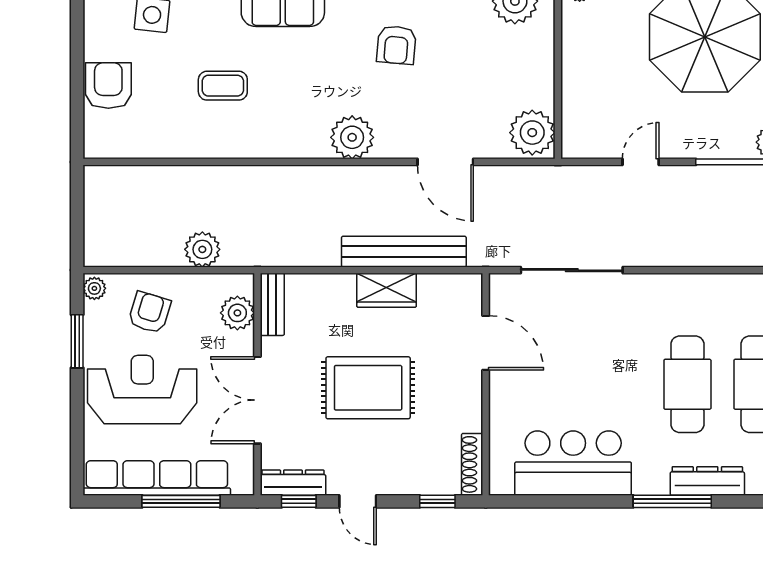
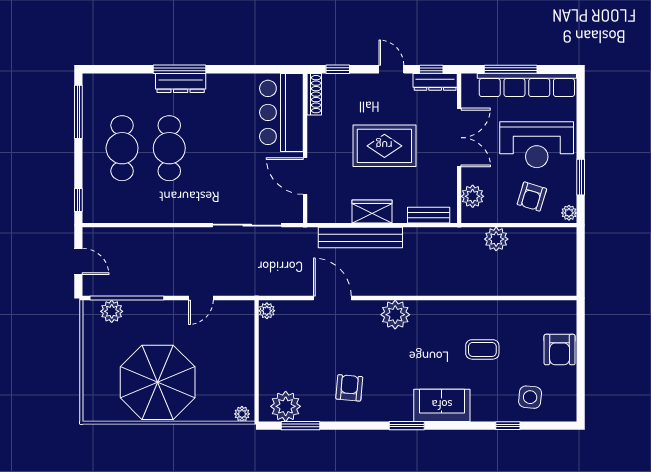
armchair: (396, 45) -> (349, 388), moved
plant: (532, 133) -> (267, 311), width x0.53, depth x0.53
bench: (272, 304) -> (429, 215), moved, turned 90
bar counter: (573, 463) -> (281, 112), moved, turned 90
dresser: (707, 481) -> (181, 83), moved

